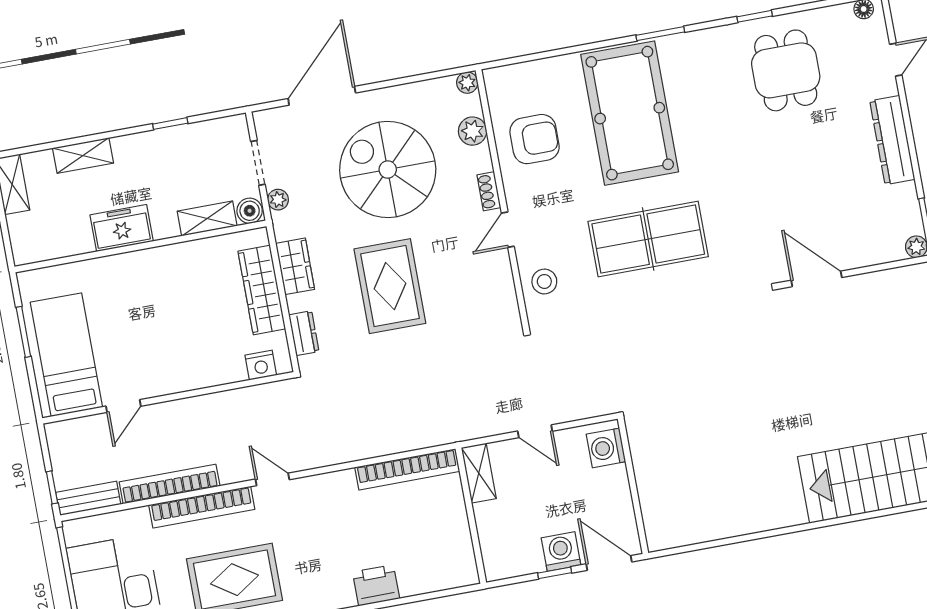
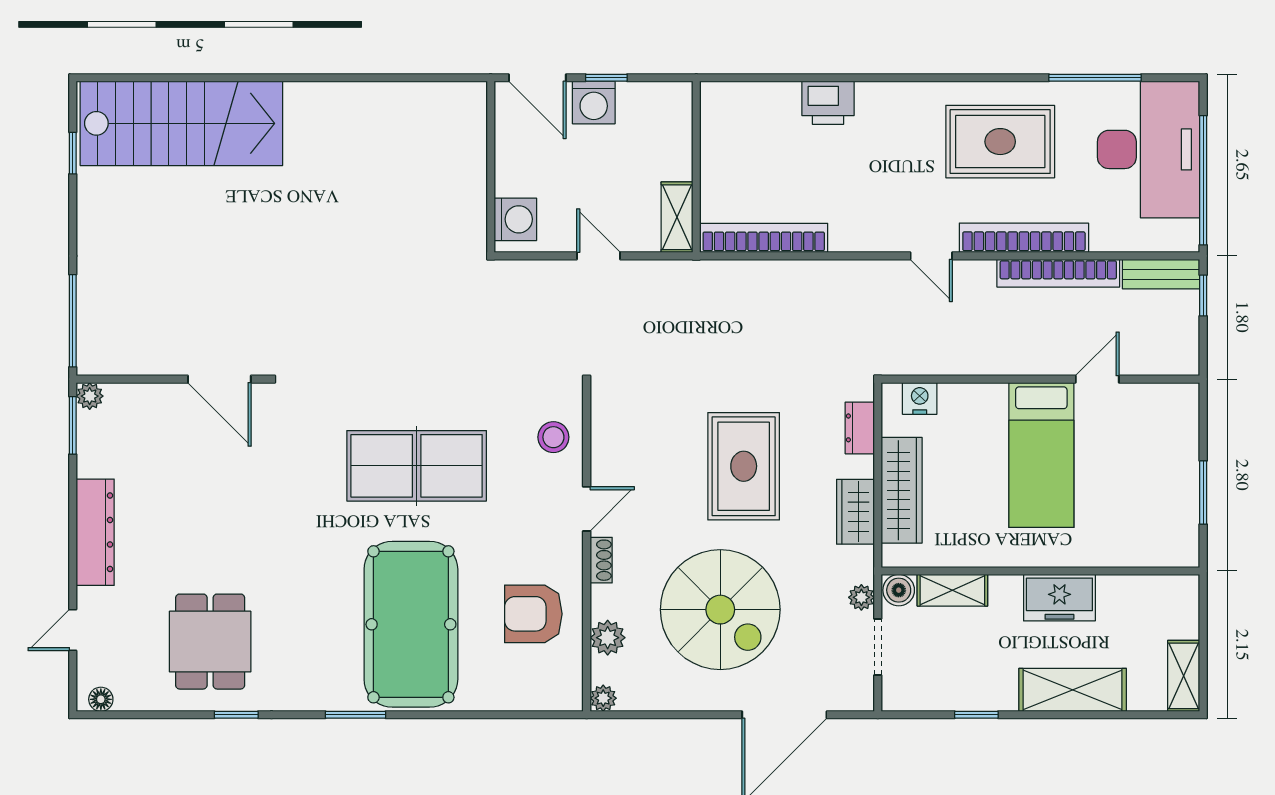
shelving: (83, 156) -> (1073, 690), width x1.50, depth x1.33
bed: (66, 355) -> (1041, 455), moved

